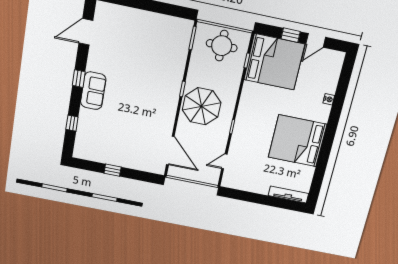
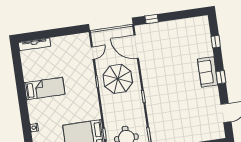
parasol: (202, 106) -> (118, 79), moved
bed: (298, 141) -> (44, 88), width x0.49
window: (113, 170) -> (152, 19), moved

